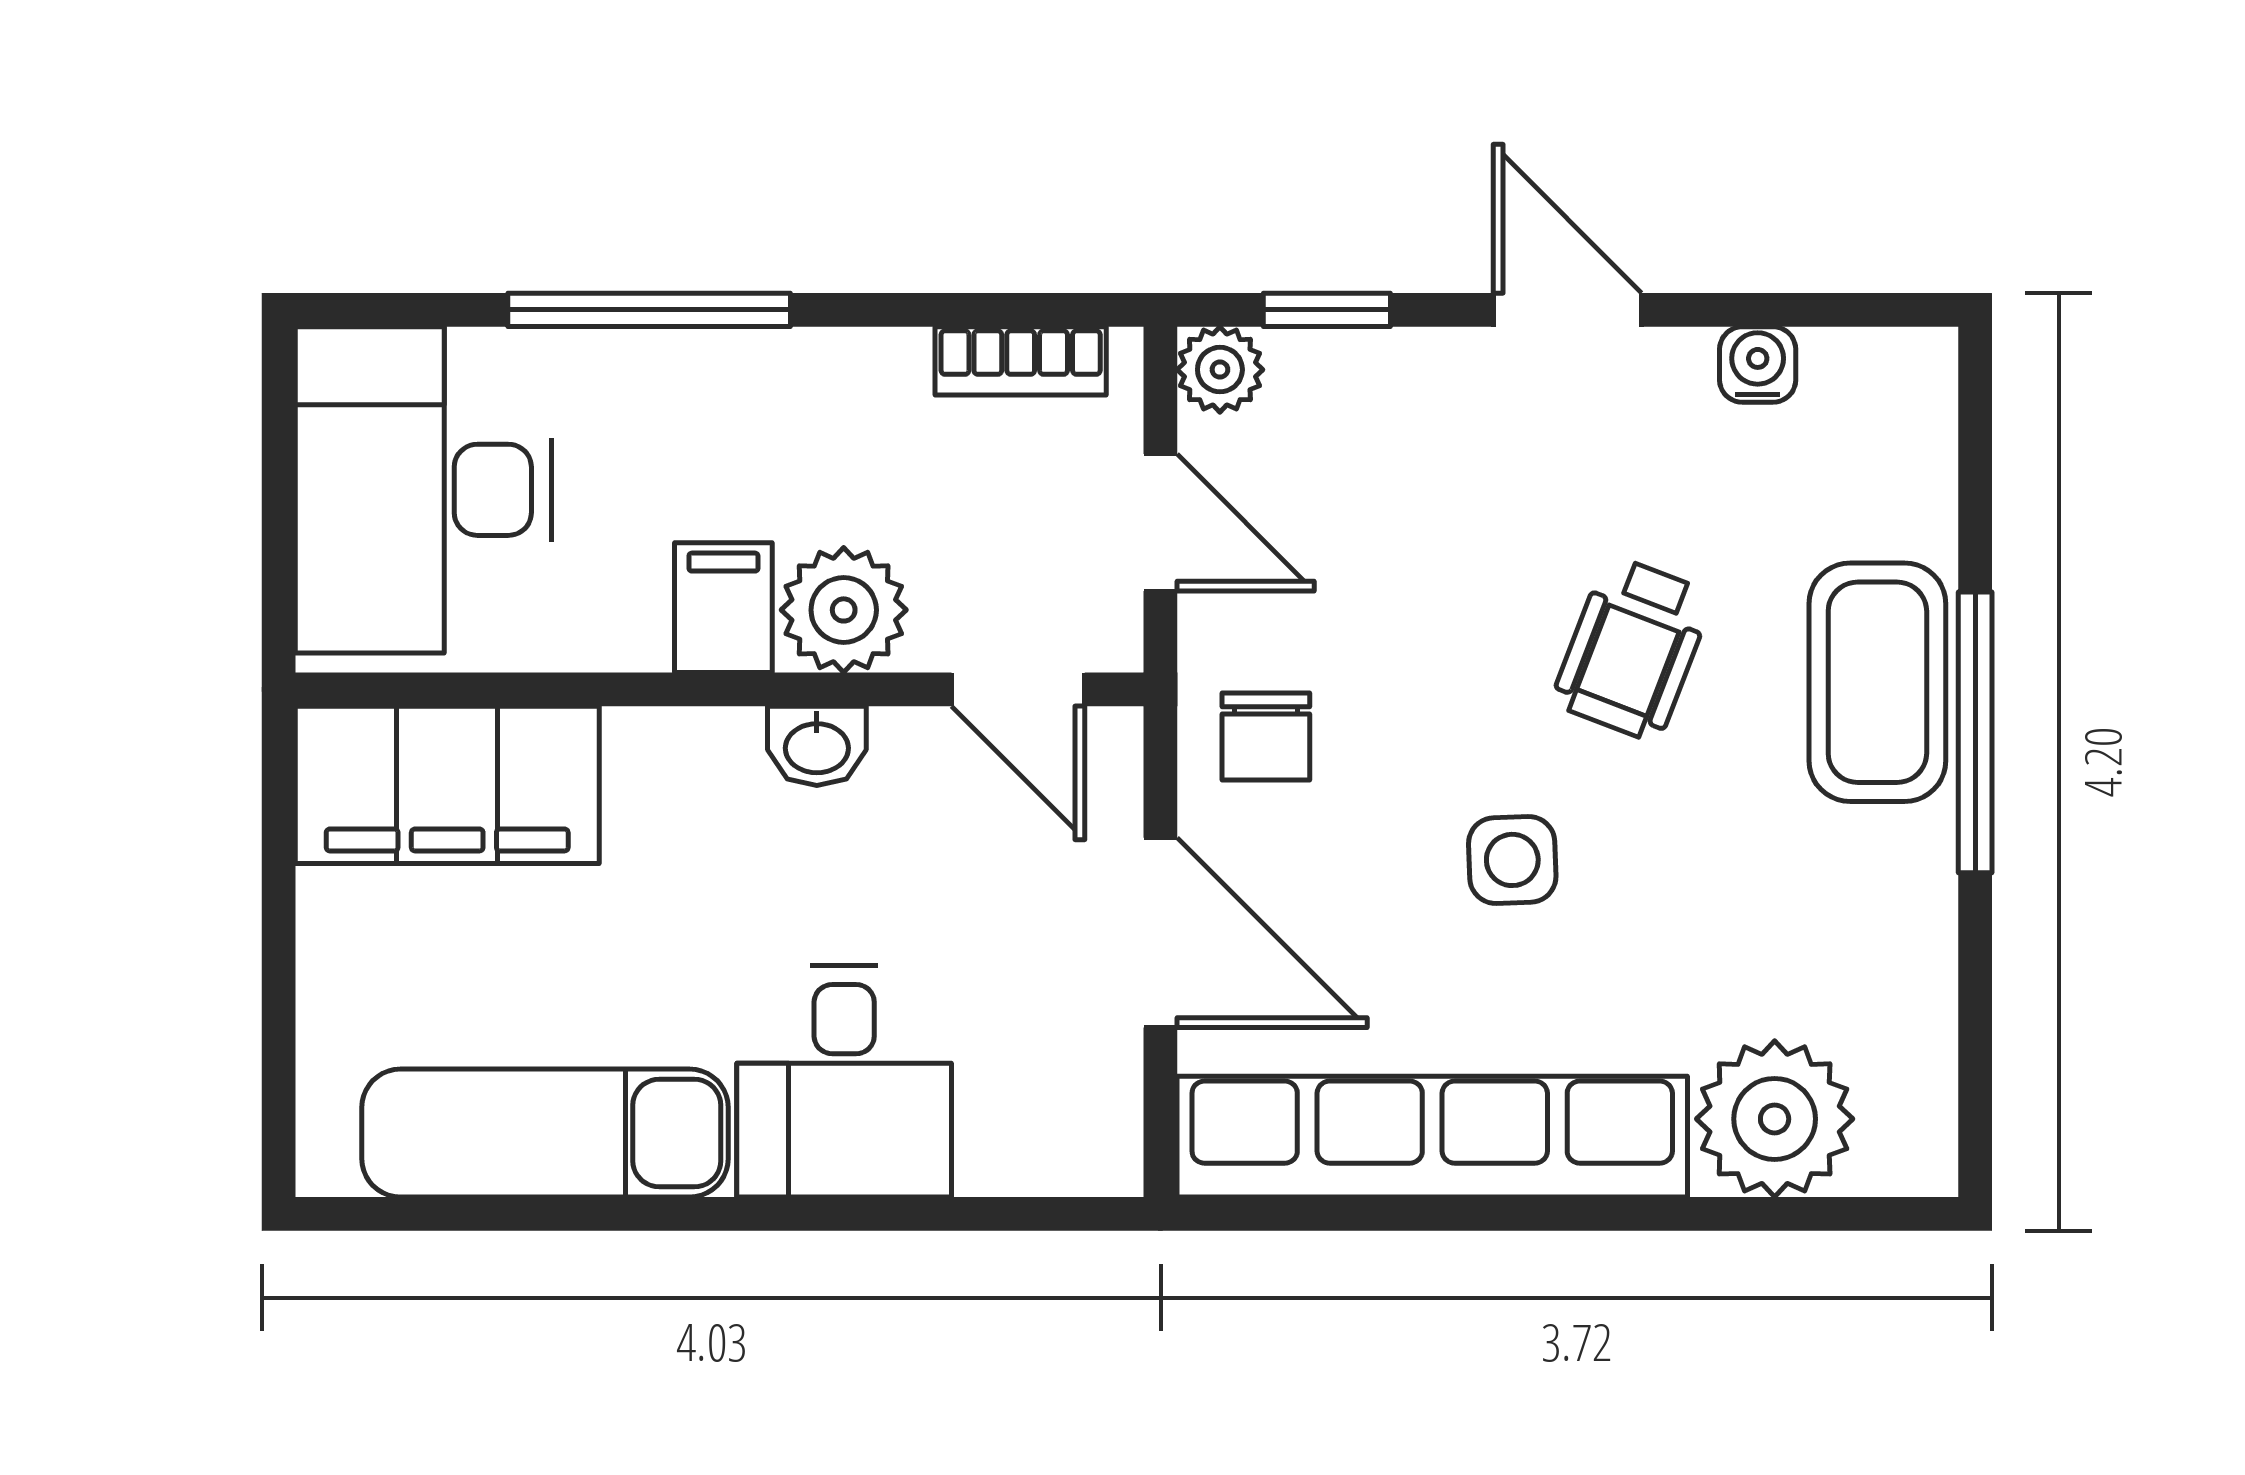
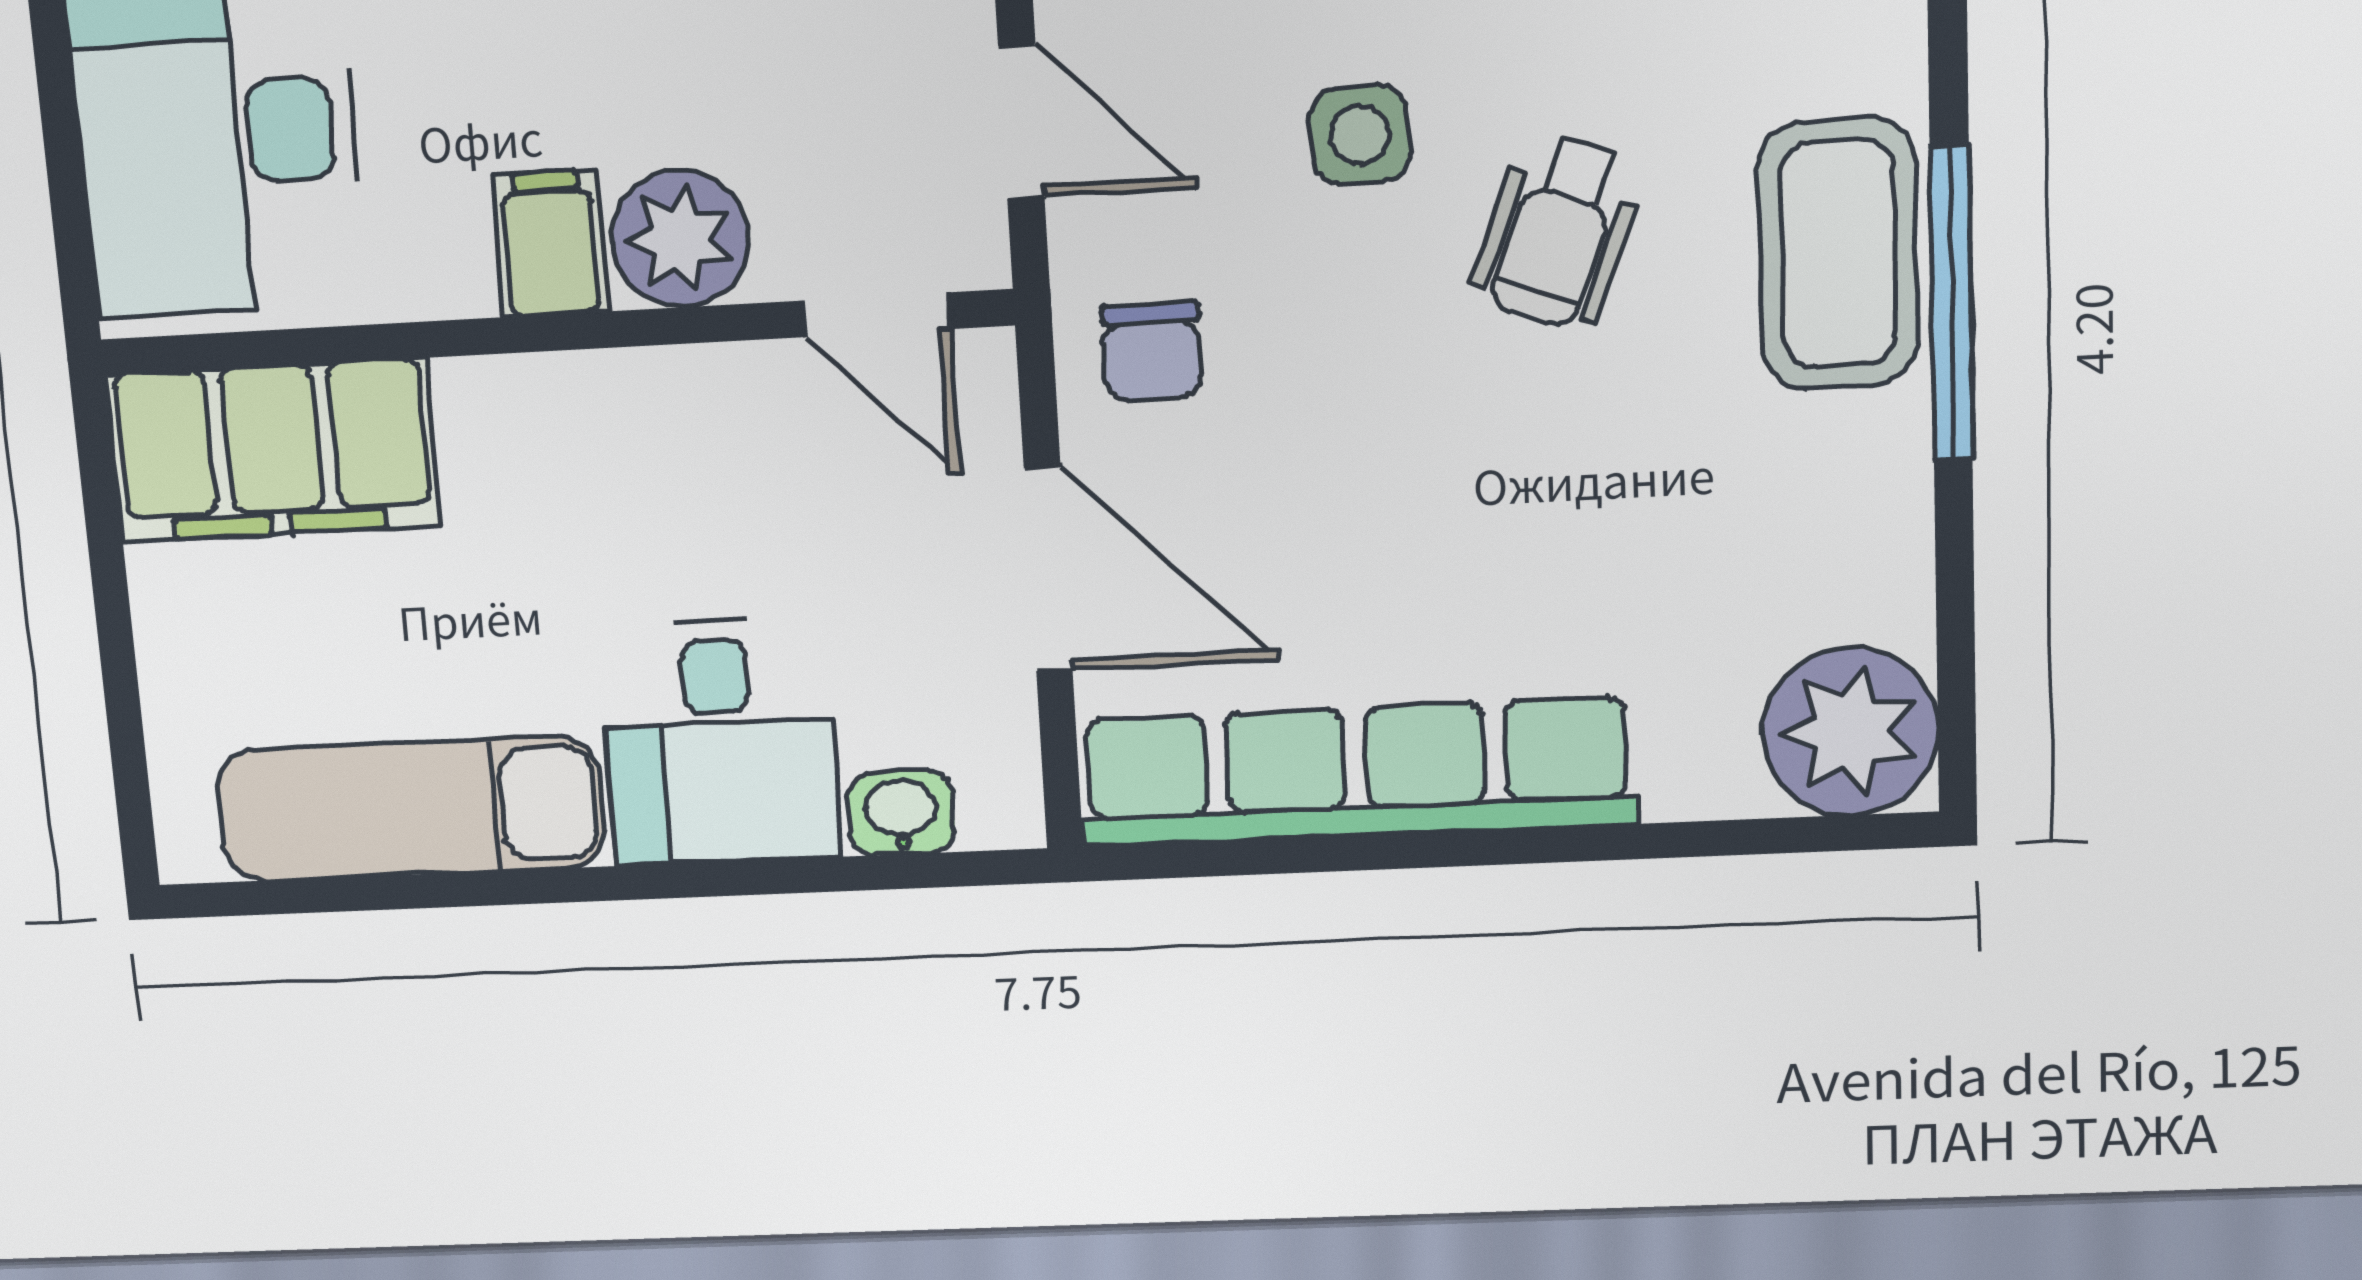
washbasin: (817, 746) -> (901, 813), moved, turned 180
side table: (1512, 860) -> (1360, 135), moved
plant: (1775, 1119) -> (1850, 732), moved

